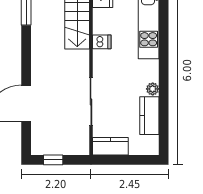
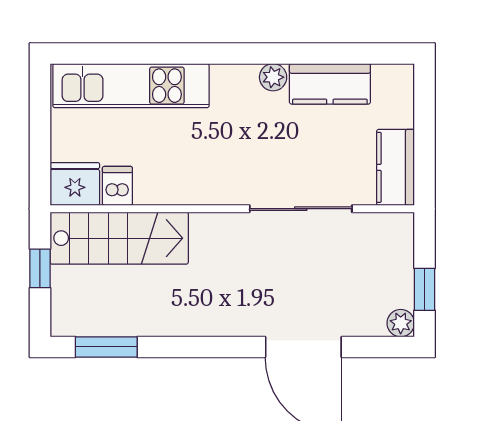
dishwasher: (102, 42) -> (117, 186), moved
plant: (37, 149) -> (401, 323), added

